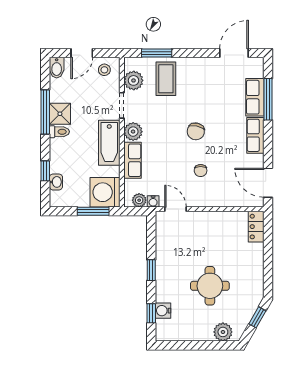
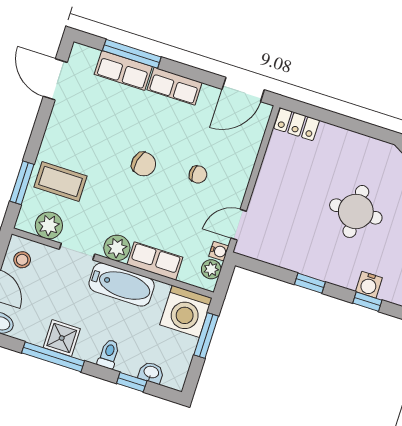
toilet: (59, 132) -> (109, 354), moved

